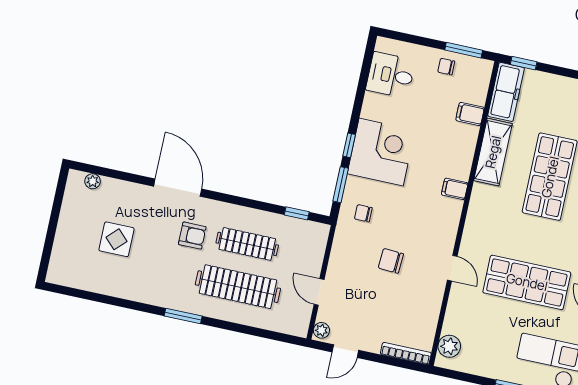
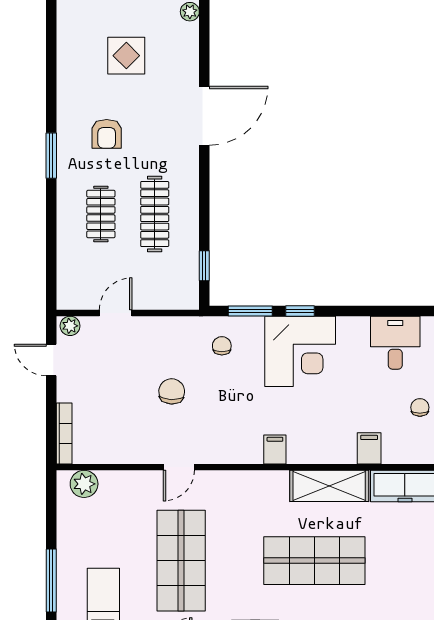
armchair: (192, 236) -> (107, 134), moved
clothes rail: (238, 287) -> (101, 214), width x0.54, depth x0.76

